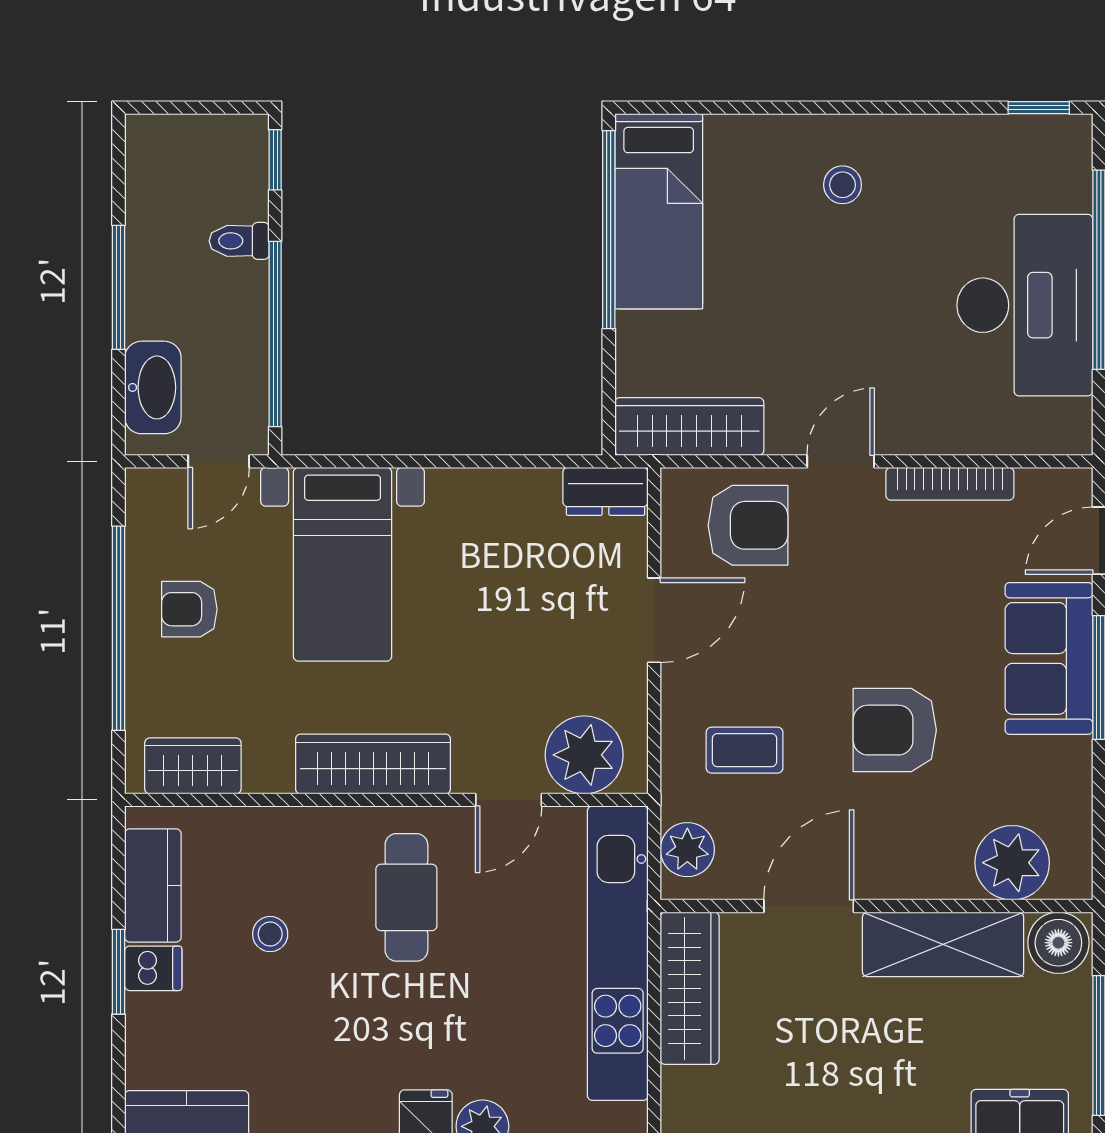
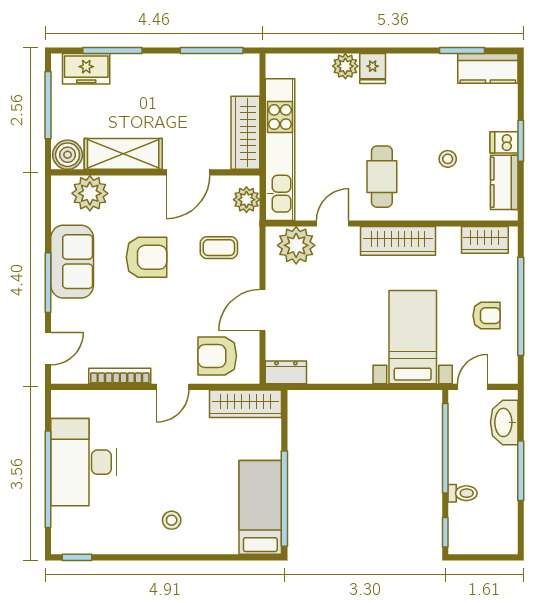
sofa: (1049, 658) -> (72, 262), moved

